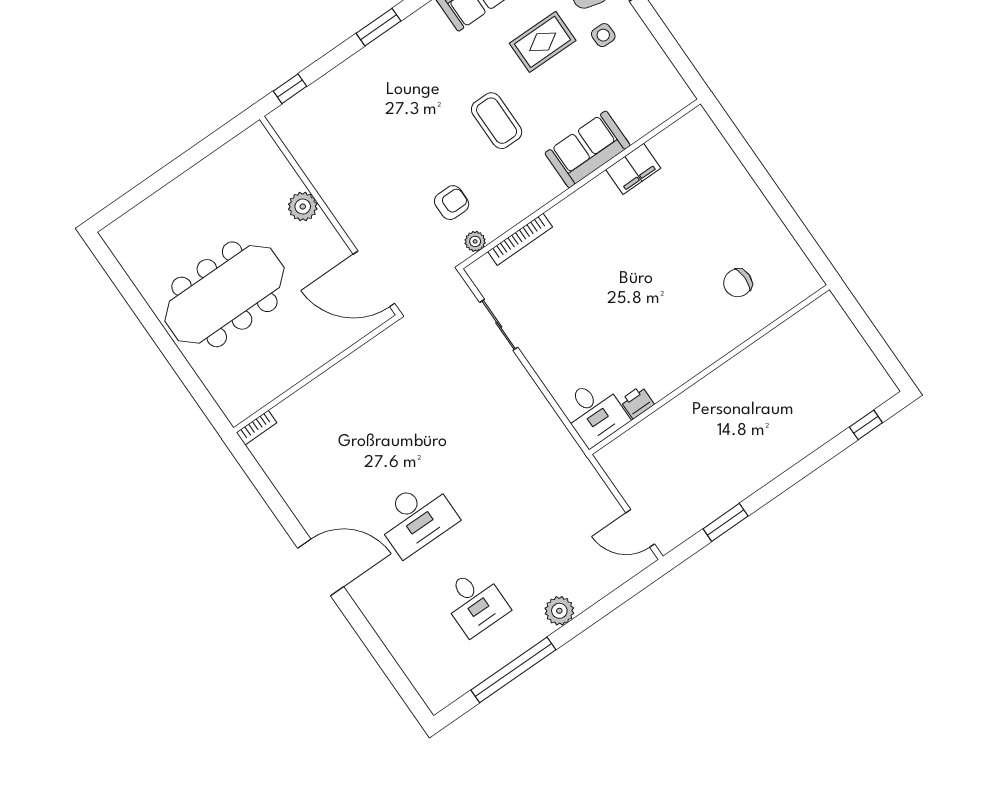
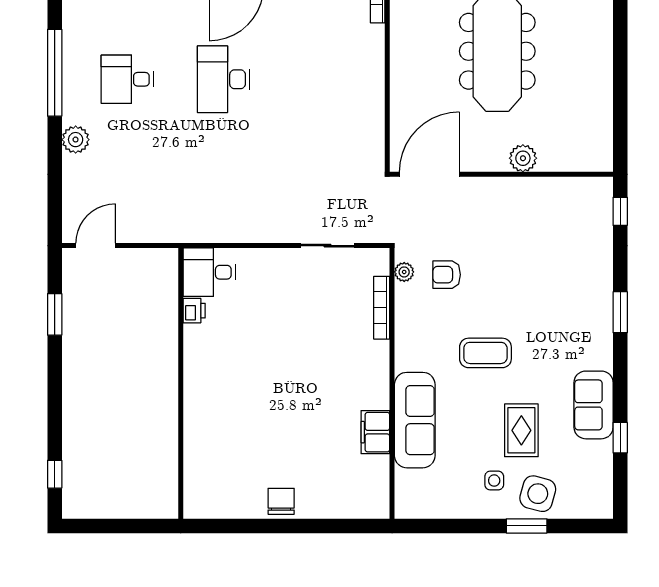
sofa: (588, 149) -> (415, 420), width x1.36
armchair: (452, 203) -> (447, 275), turned 90
chair: (738, 283) -> (281, 501), moved

